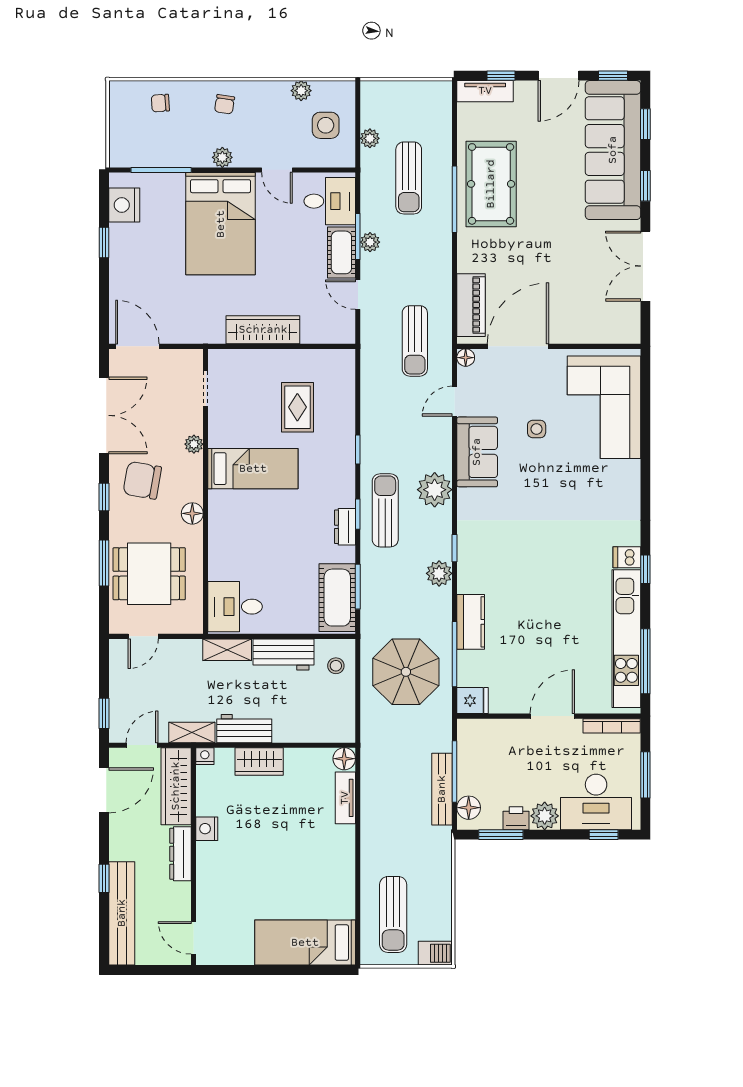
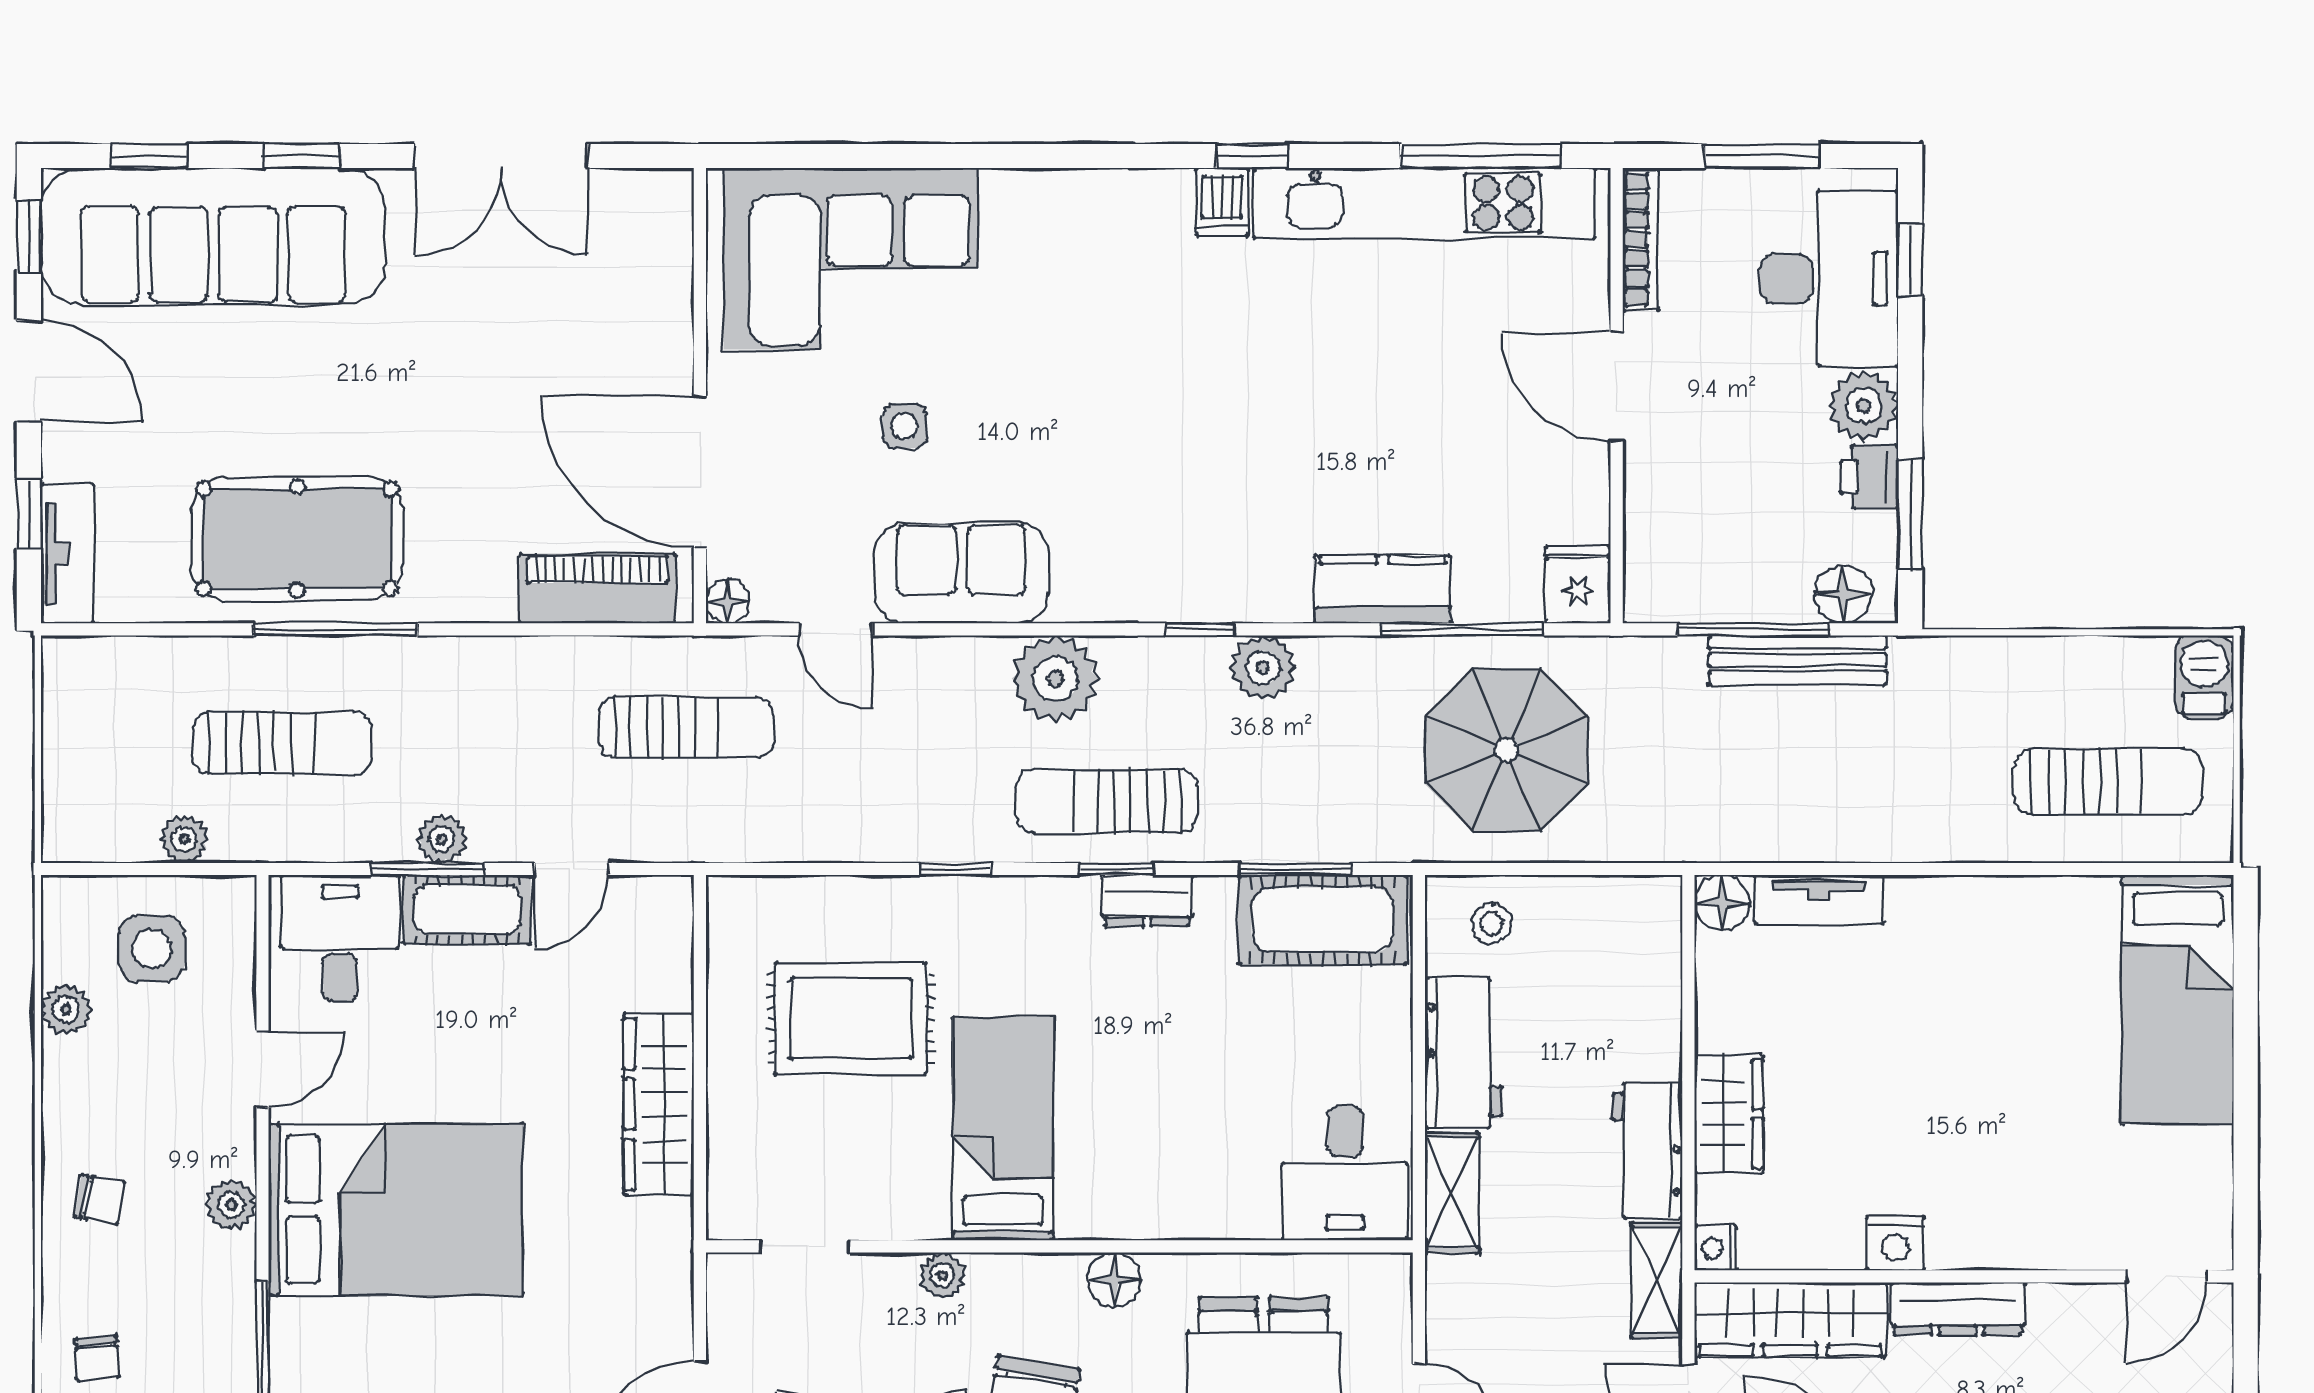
rug: (297, 407) -> (851, 1018), width x1.36, depth x1.43

